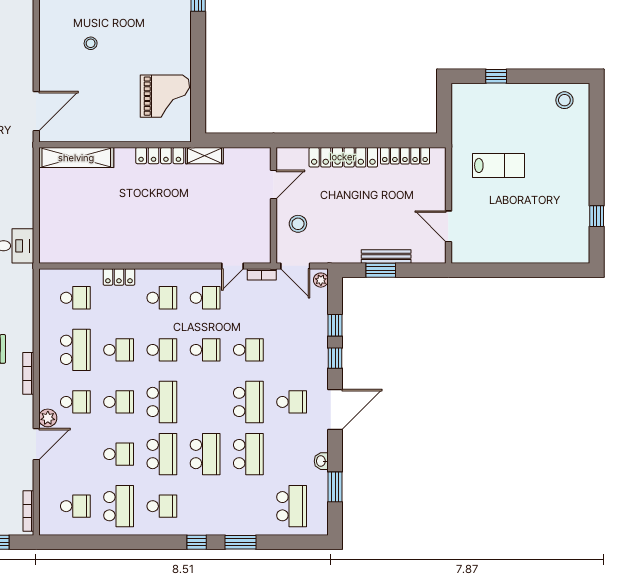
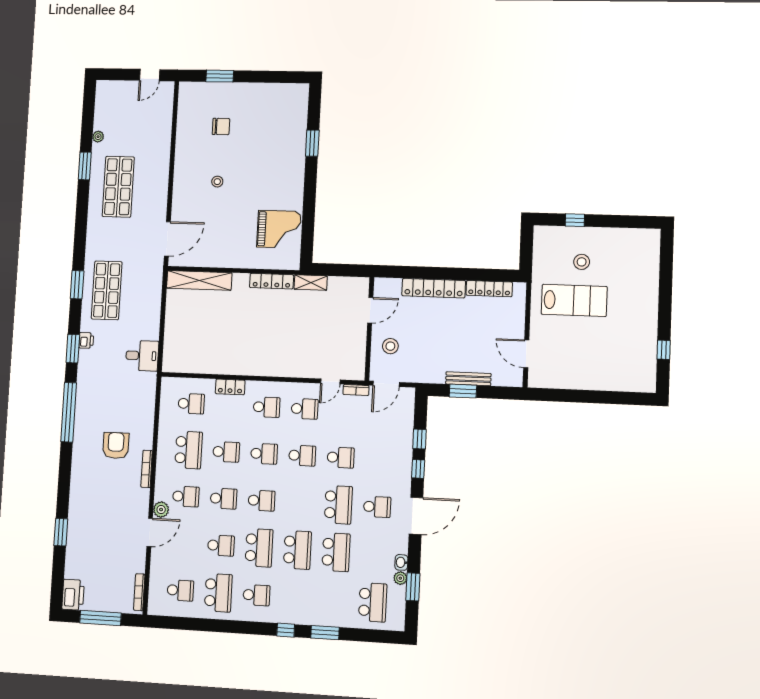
stool: (564, 100) -> (582, 262), moved
lab bench: (499, 165) -> (574, 300), width x1.36, depth x1.39
door: (295, 266) -> (386, 384), hinge flipped
plant: (321, 280) -> (400, 578), moved
school desk: (162, 402) -> (262, 501), width x0.54

